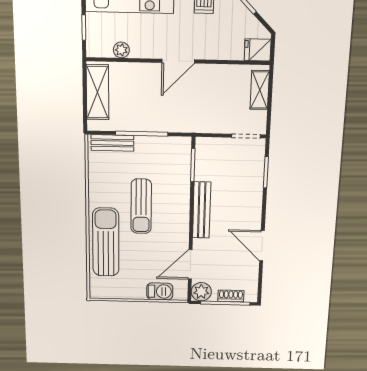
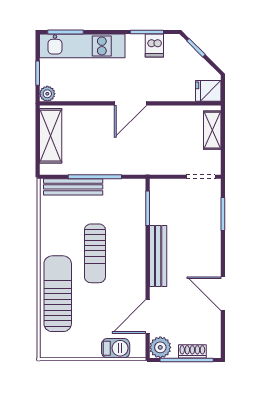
plant: (121, 50) -> (47, 94), moved
bench: (112, 143) -> (73, 187), width x1.36

